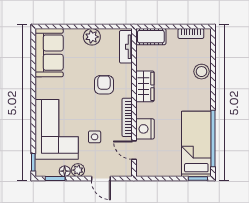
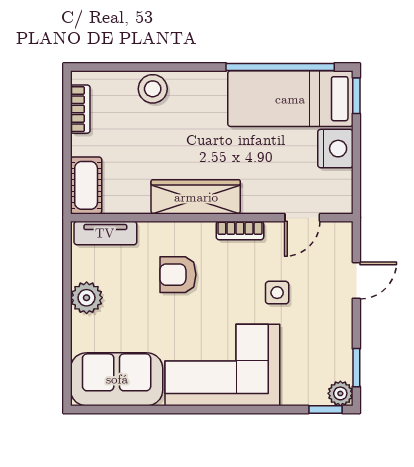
wardrobe: (145, 86) -> (196, 197), width x1.50
bookcase: (127, 117) -> (240, 231), width x0.64
corner sofa: (57, 129) -> (222, 365), moved
nightstand: (145, 129) -> (335, 149), moved, turned -90
plant: (78, 170) -> (340, 393), moved
floor lamp: (65, 171) -> (342, 349), removed

